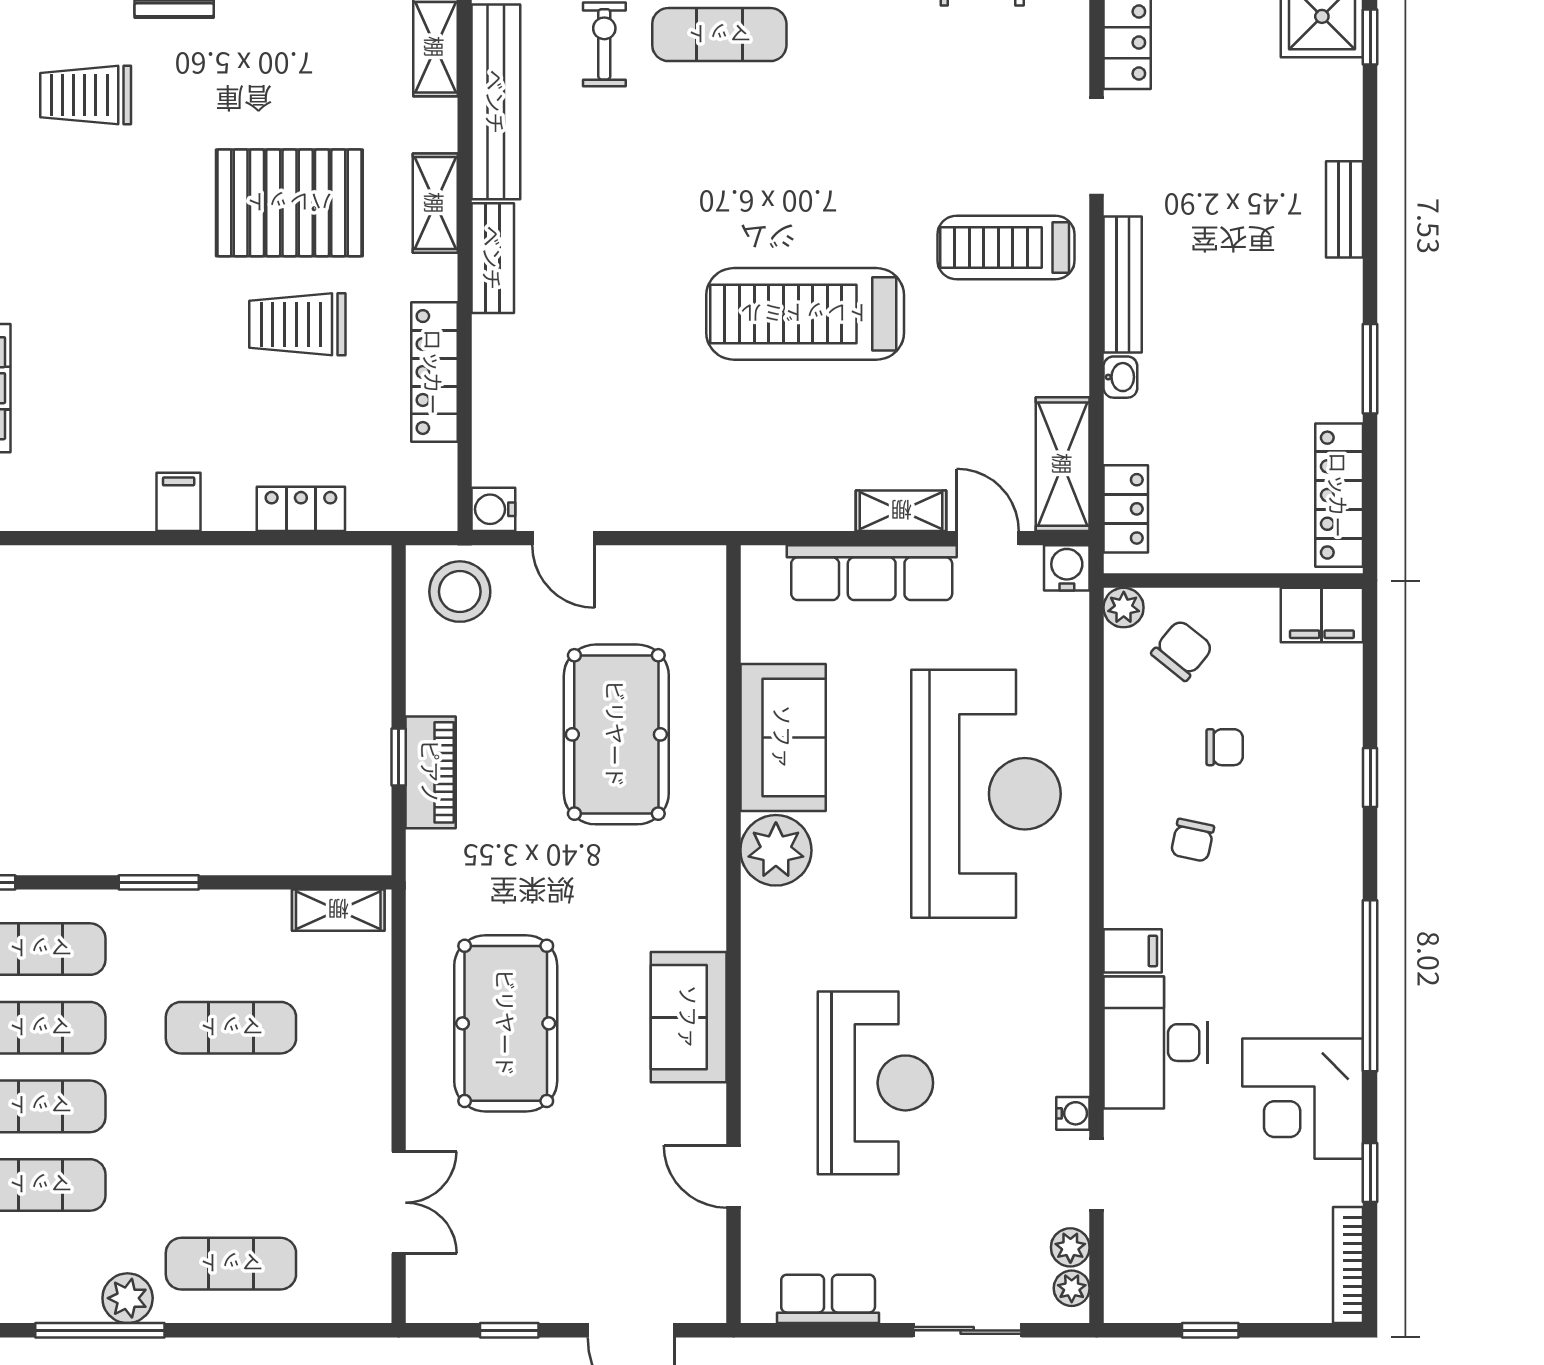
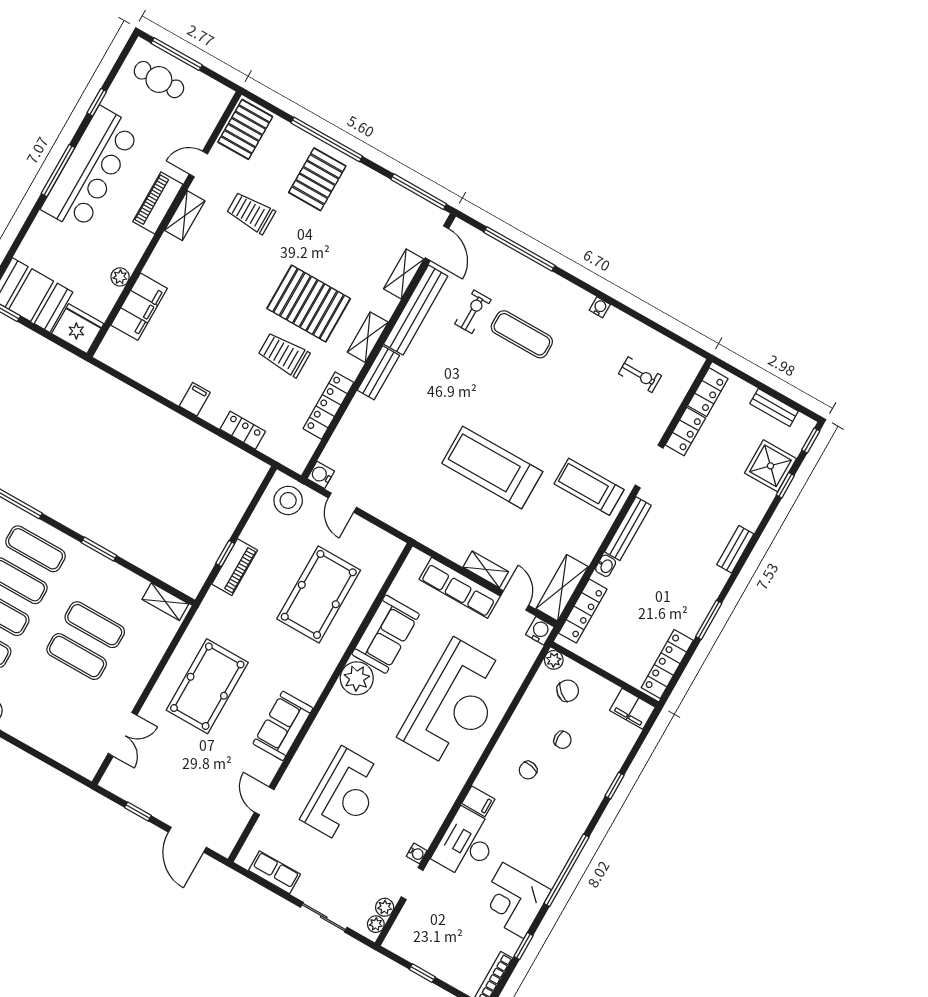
locker: (1126, 509) -> (583, 611), width x1.53
exercise mat: (231, 1264) -> (77, 657), moved

